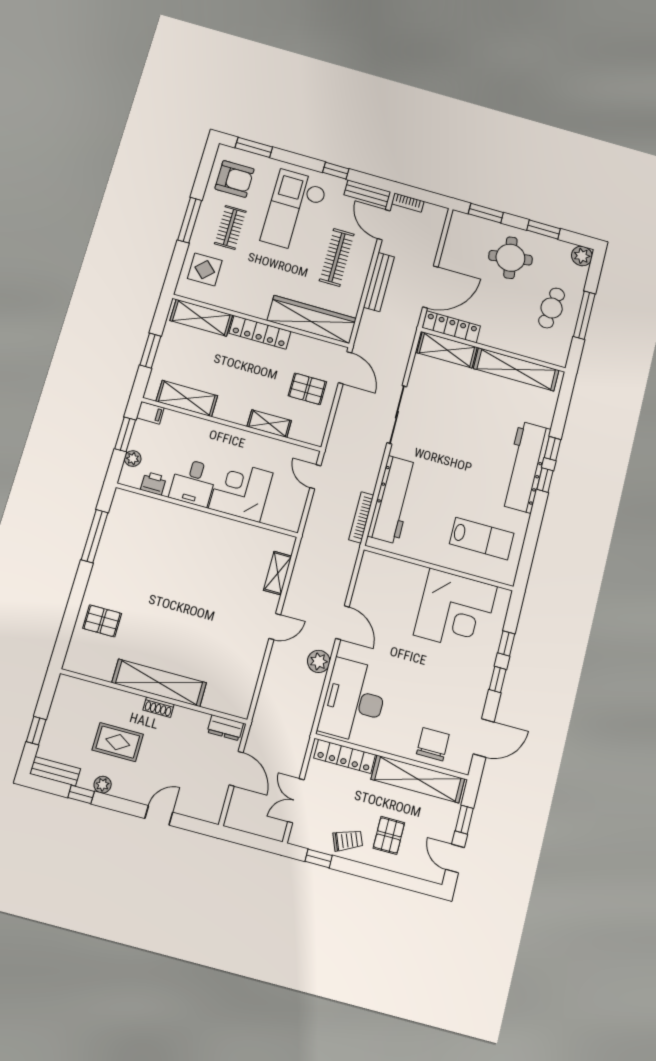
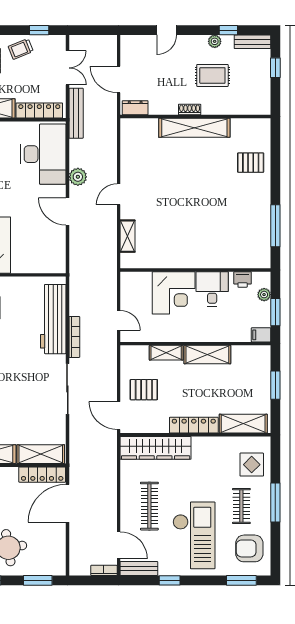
bench: (379, 282) -> (76, 113), moved
shelving: (187, 398) -> (207, 355), moved
bookcase: (361, 517) -> (74, 337), moved

